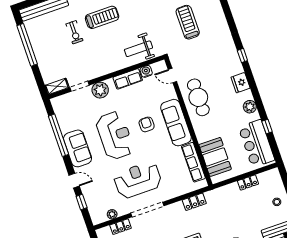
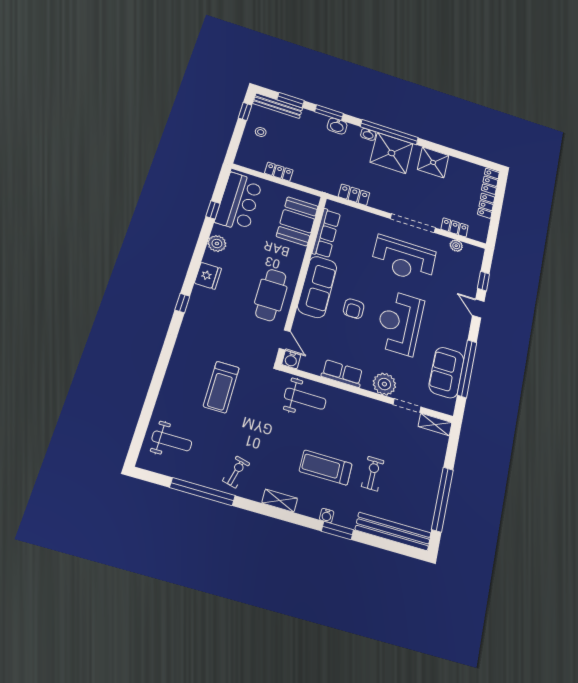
water cooler: (146, 71) -> (291, 360), moved
sofa: (78, 148) -> (446, 373), moved

